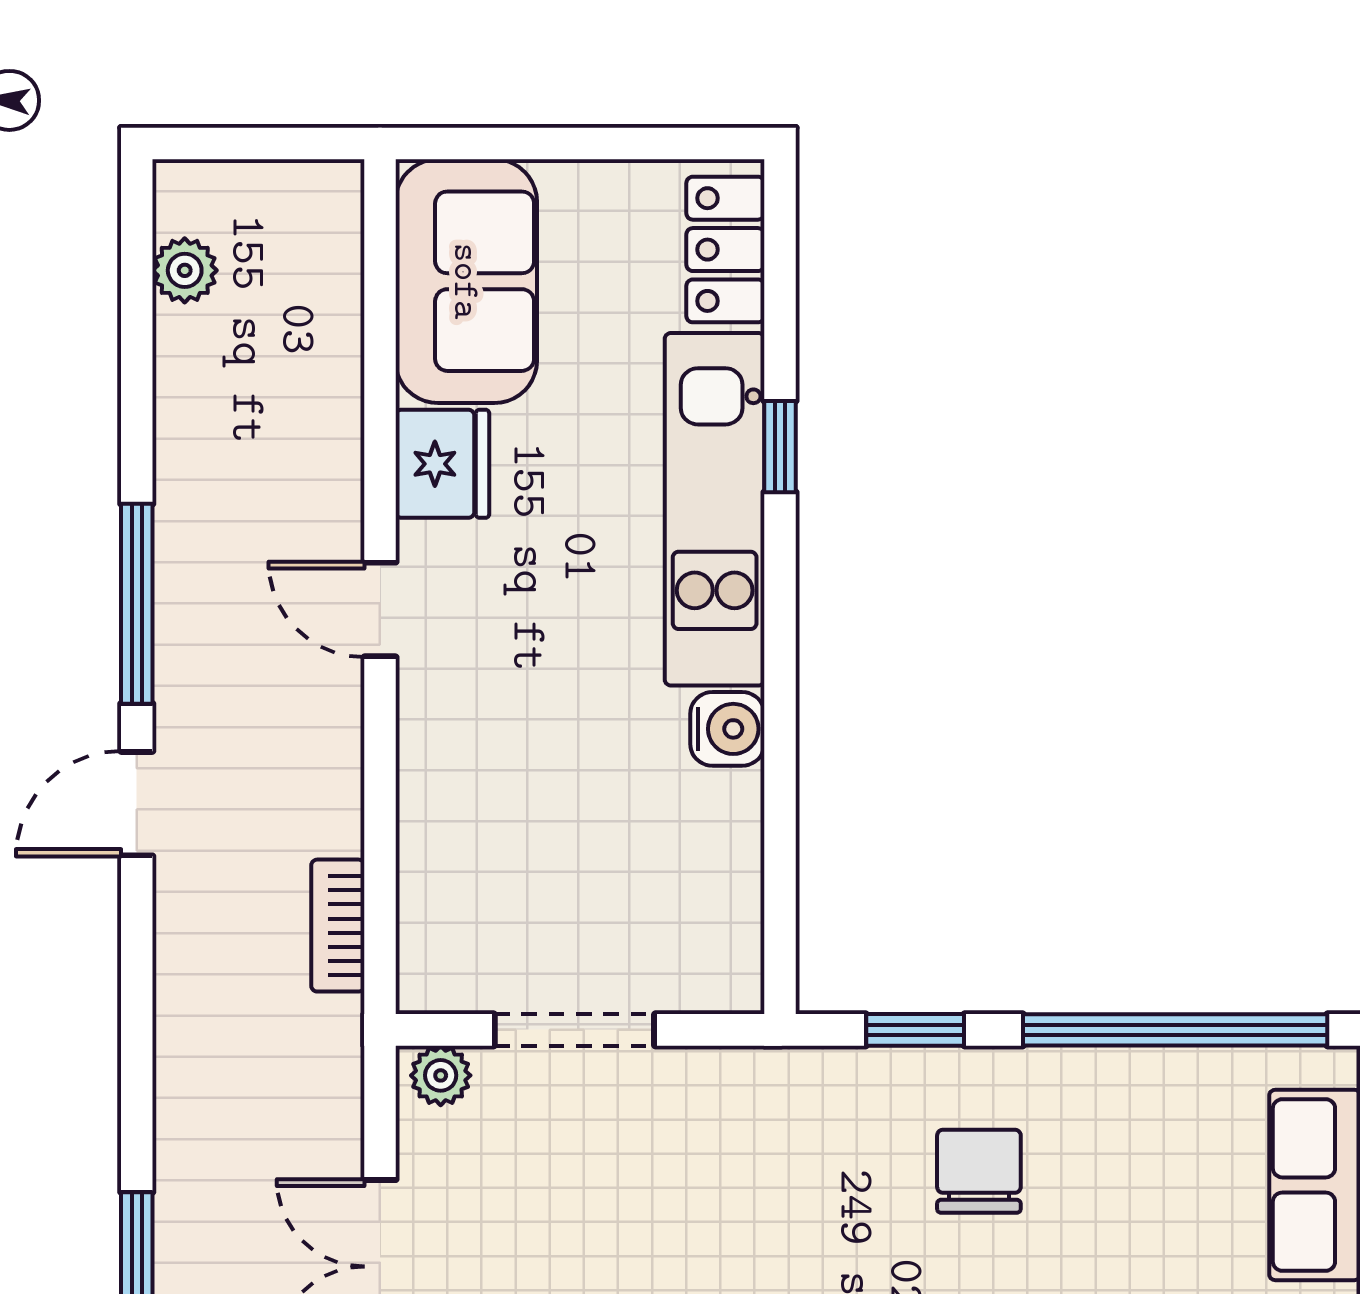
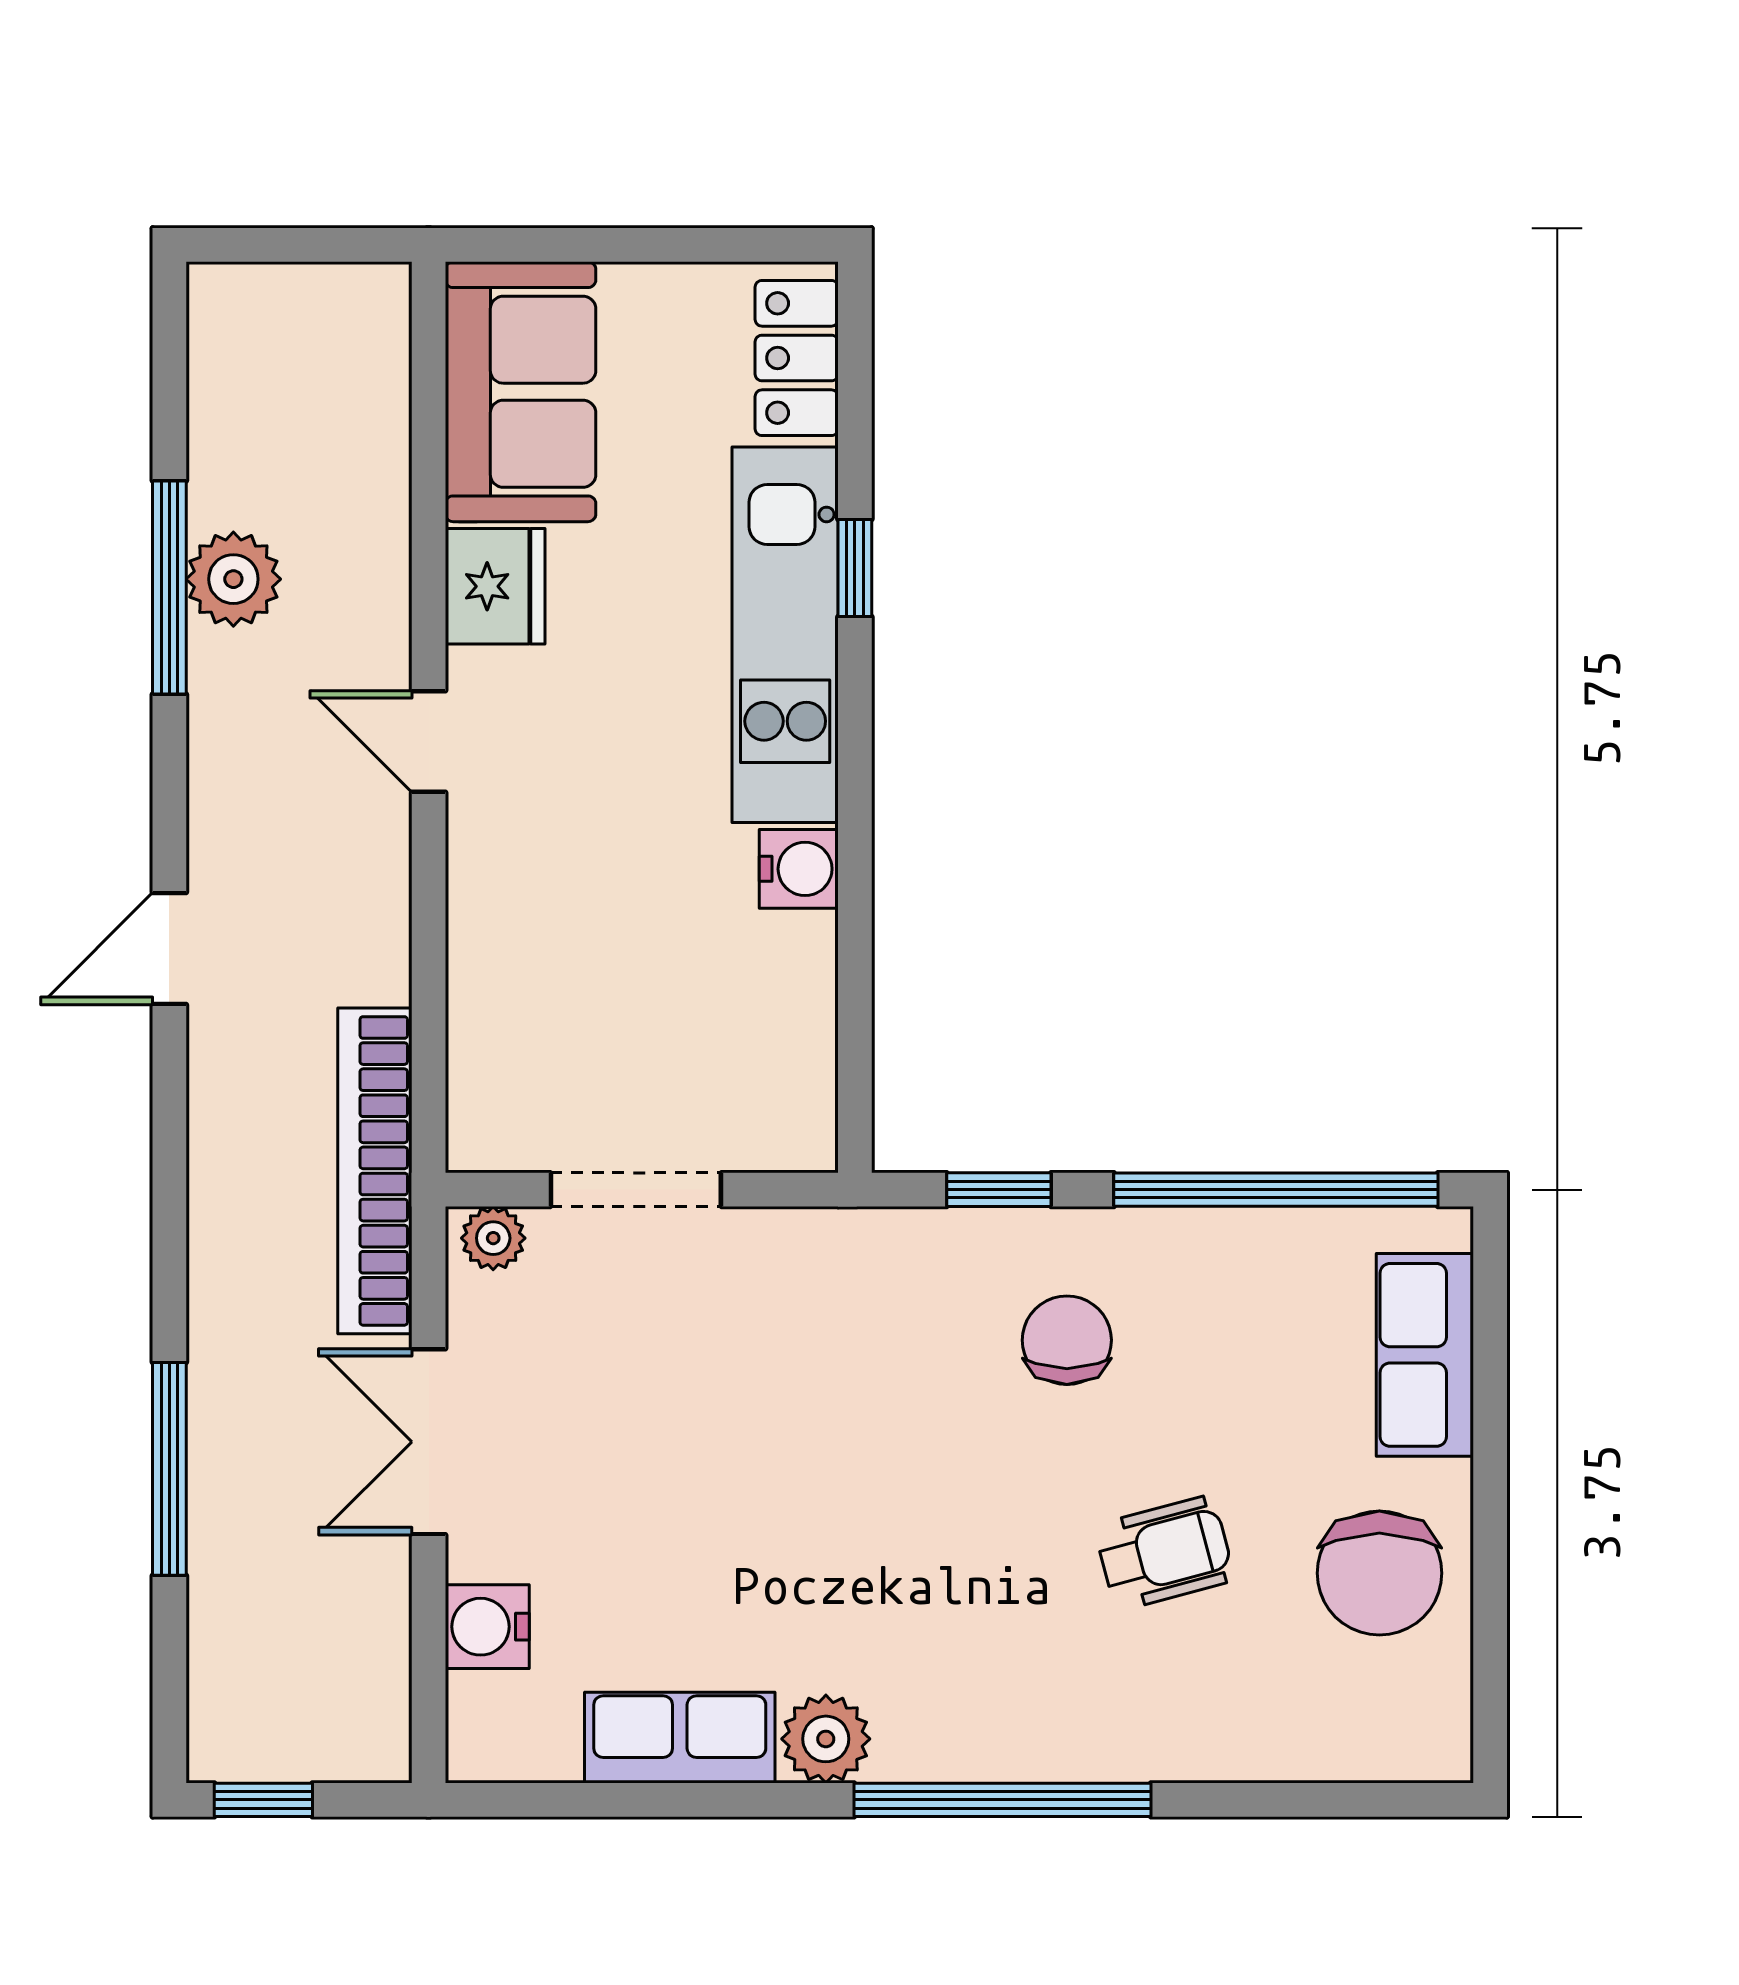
plant: (185, 270) -> (233, 579), moved, width x1.38, depth x1.38
window: (137, 604) -> (169, 587), moved
bookcase: (338, 926) -> (375, 1171), width x2.31, depth x1.31

